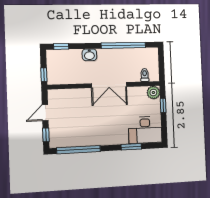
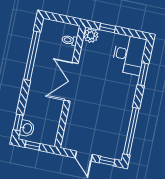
washbasin: (89, 55) -> (27, 128), moved
window: (44, 75) -> (33, 146), moved
double door: (109, 85) -> (71, 82), swing flipped

